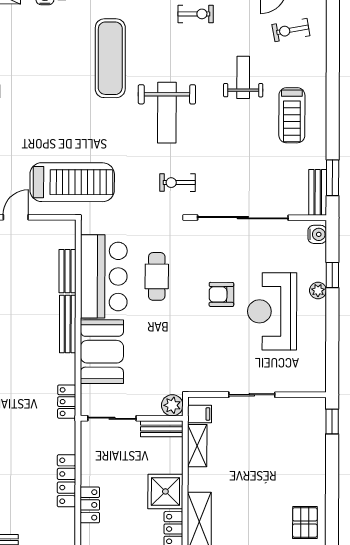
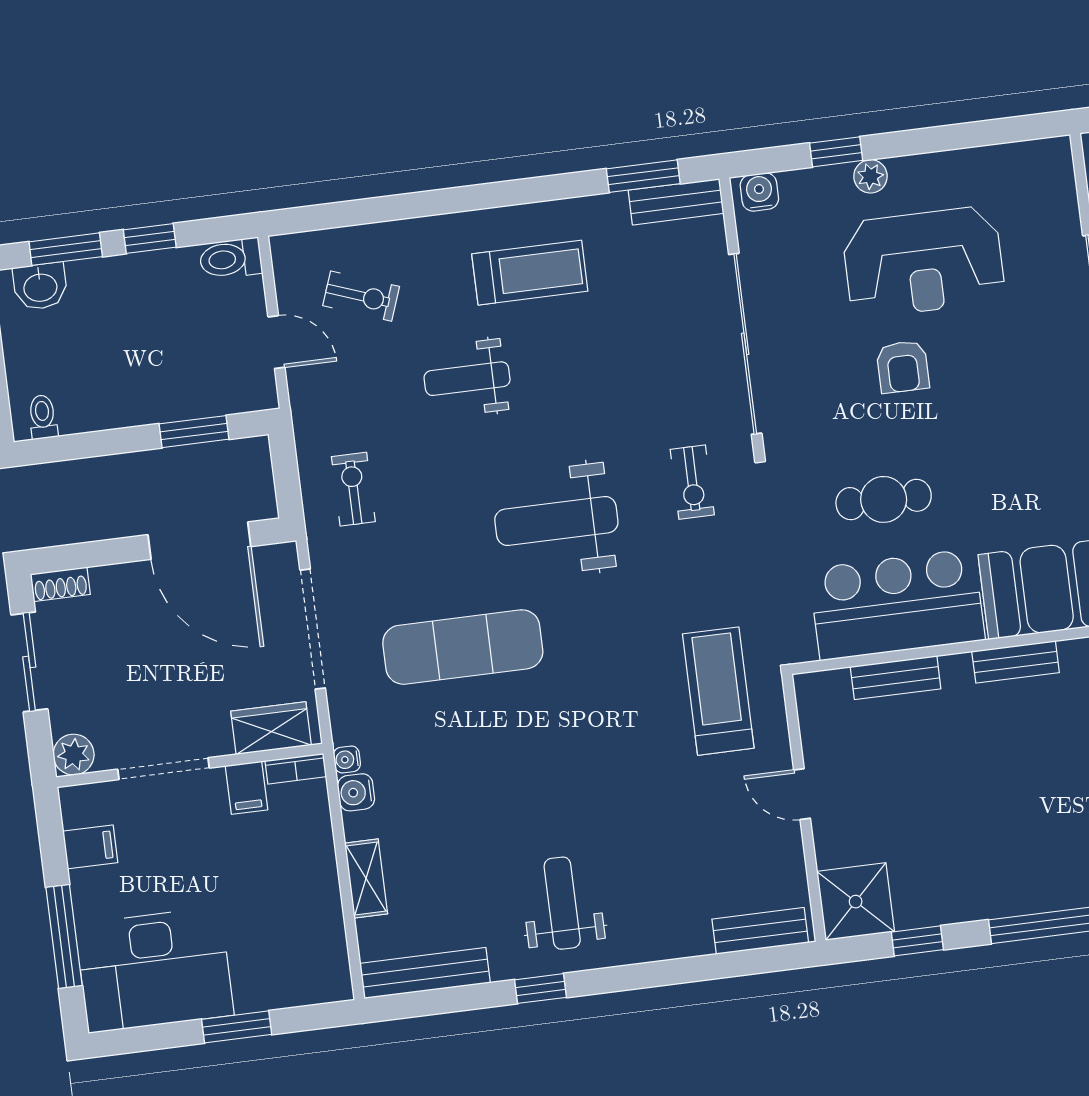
exercise bike: (291, 30) -> (361, 296), turned -60
weight bench: (167, 113) -> (556, 521), turned 180
treadmill: (72, 182) -> (718, 691), width x0.73, depth x0.73
bench: (68, 324) -> (1016, 662), width x0.73

